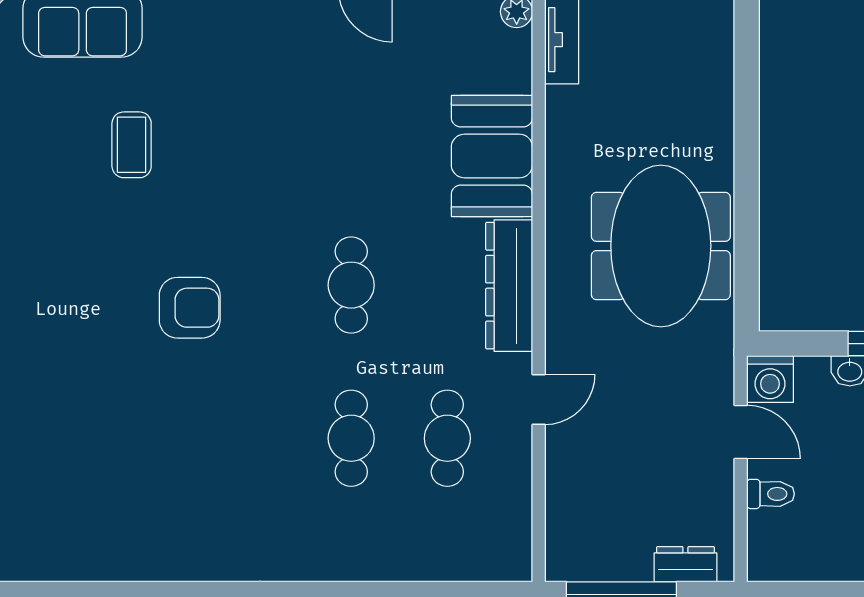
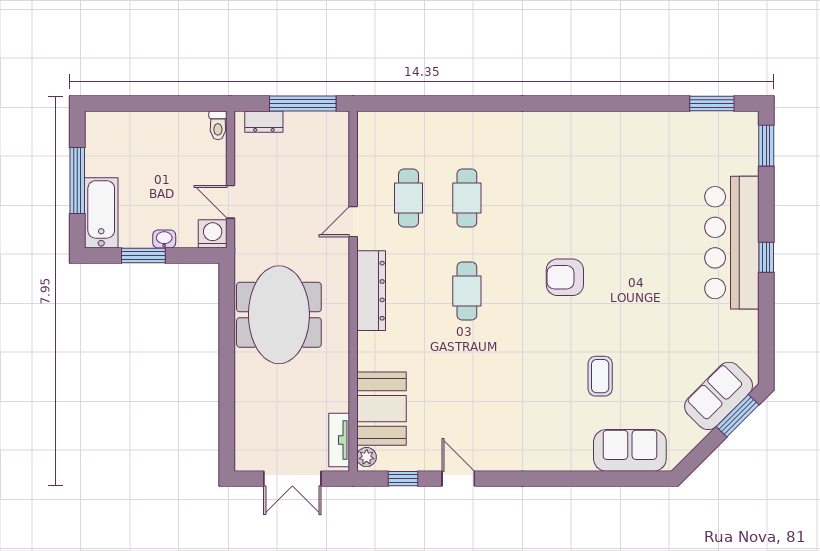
booth: (492, 156) -> (381, 409), moved
toilet: (771, 494) -> (218, 125), moved, turned -90

